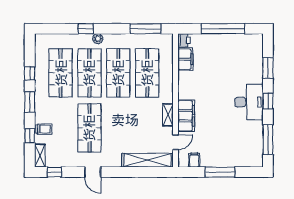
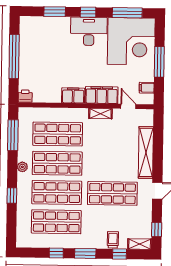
plant: (98, 39) -> (22, 167), moved
filing cabinet: (185, 59) -> (73, 95), moved
corner desk: (240, 144) -> (131, 41), added
shelving: (147, 160) -> (146, 152), moved

